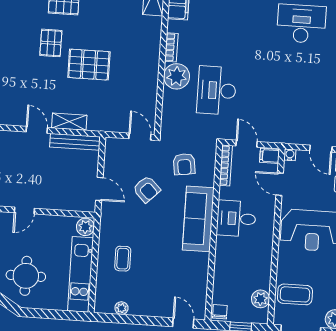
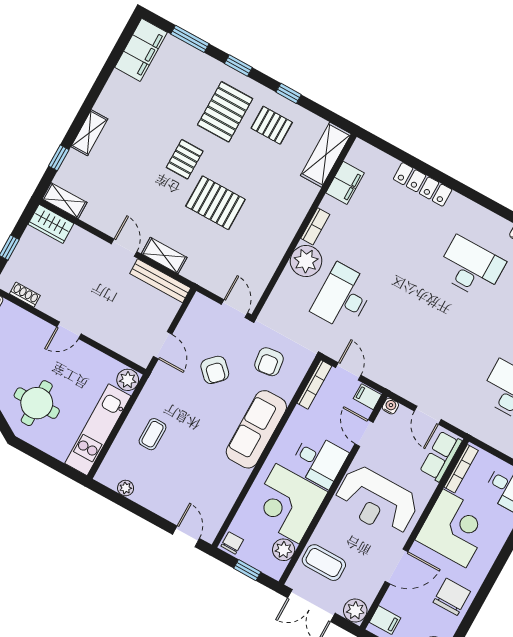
desk: (236, 219) -> (319, 460), moved, turned 180
corner desk: (247, 263) -> (288, 504), added

